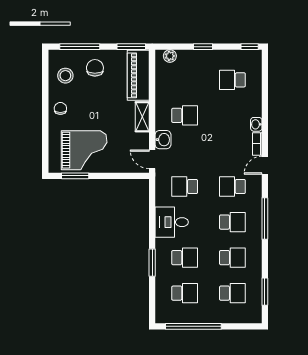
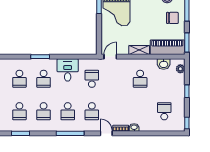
washbasin: (163, 140) -> (164, 64), moved
school desk: (232, 186) -> (92, 111), turned 180

